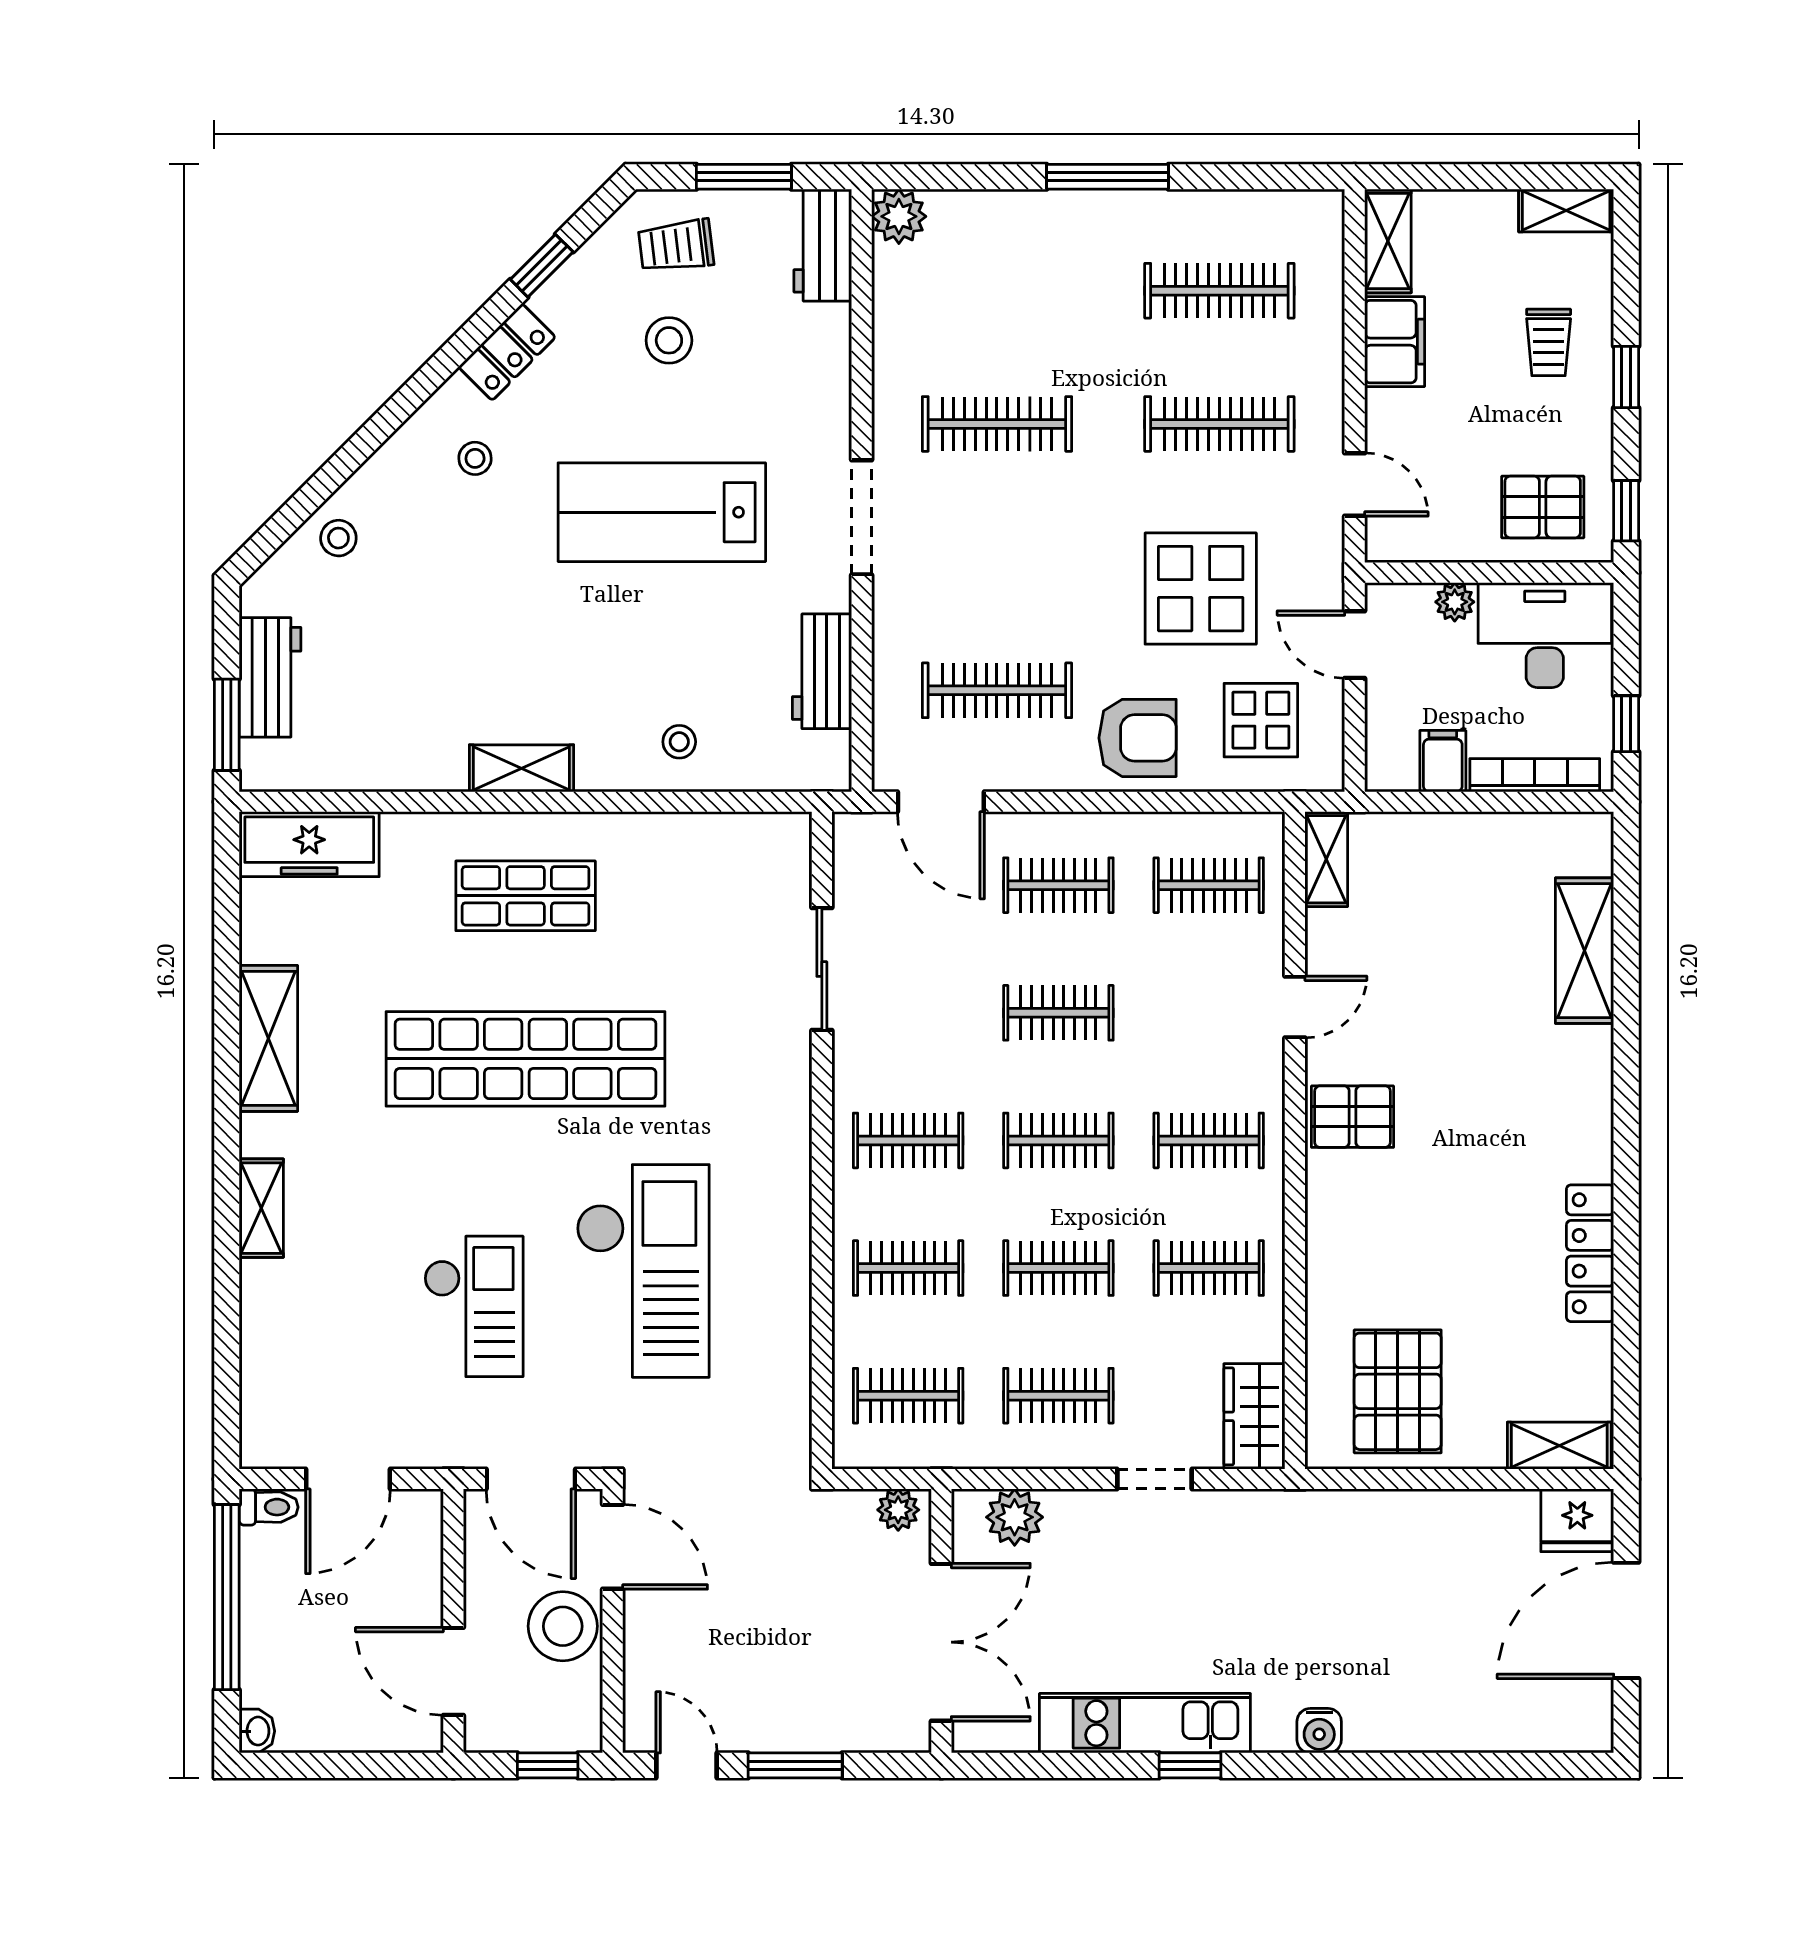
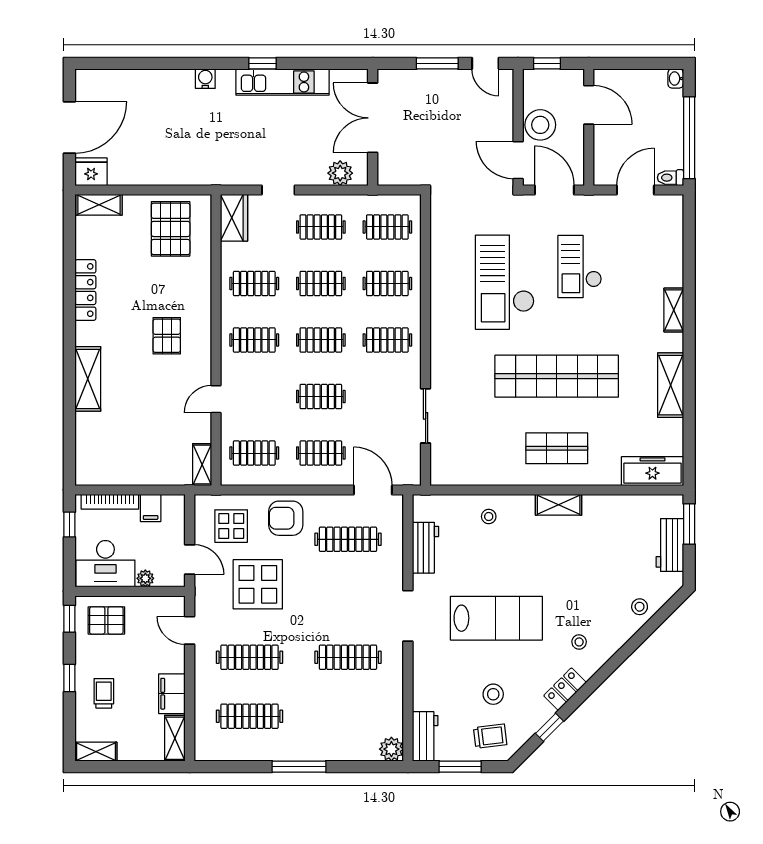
shelving: (1585, 951) -> (88, 379), moved
pallet: (1353, 1117) -> (167, 336), moved, turned 90
plant: (898, 1510) -> (392, 176), removed

